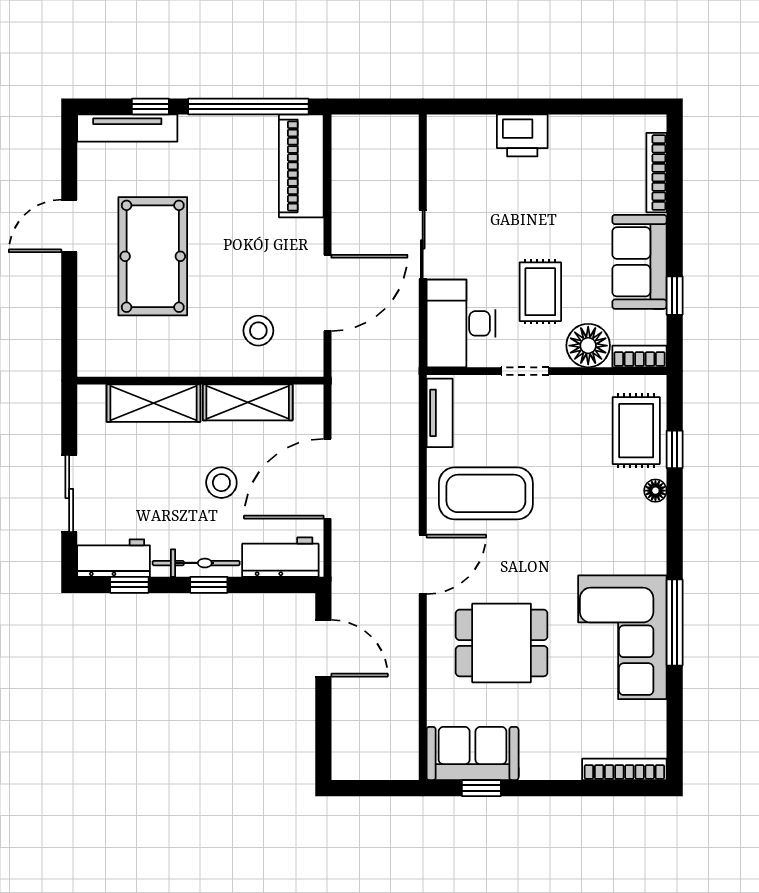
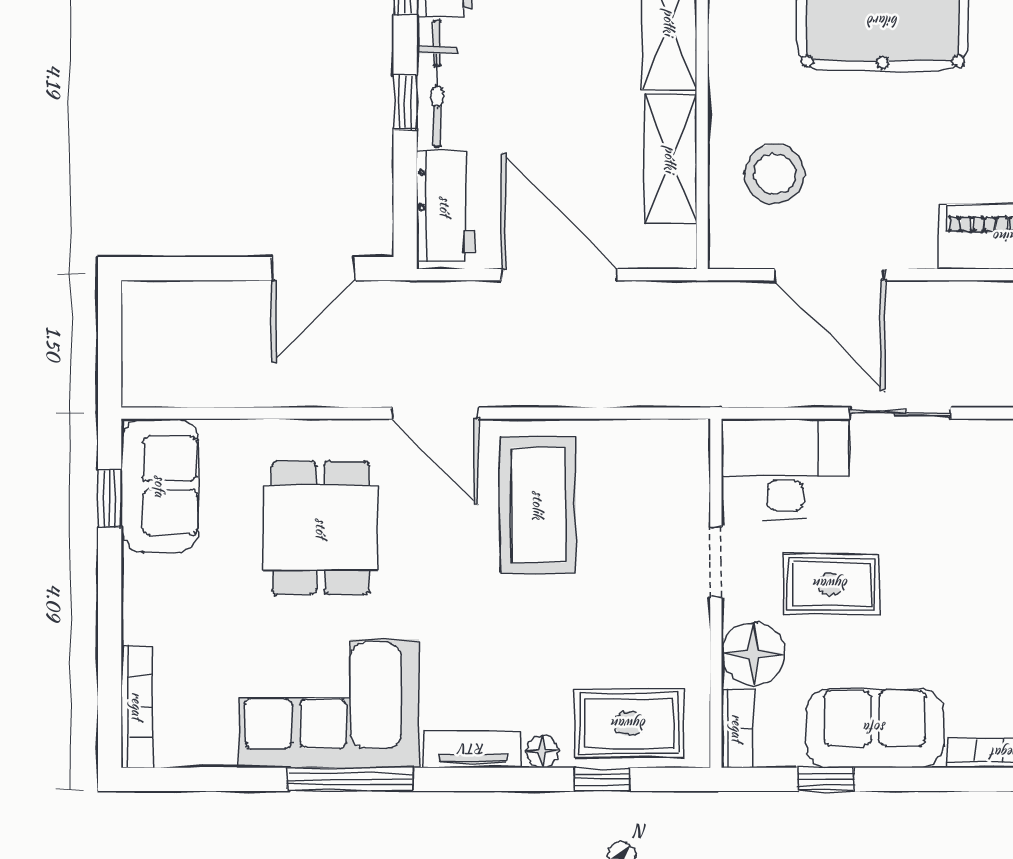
stool: (258, 331) -> (775, 174), width x1.38, depth x1.38
tv unit: (440, 413) -> (472, 749), moved, turned 180
stool: (221, 483) -> (554, 121), removed

